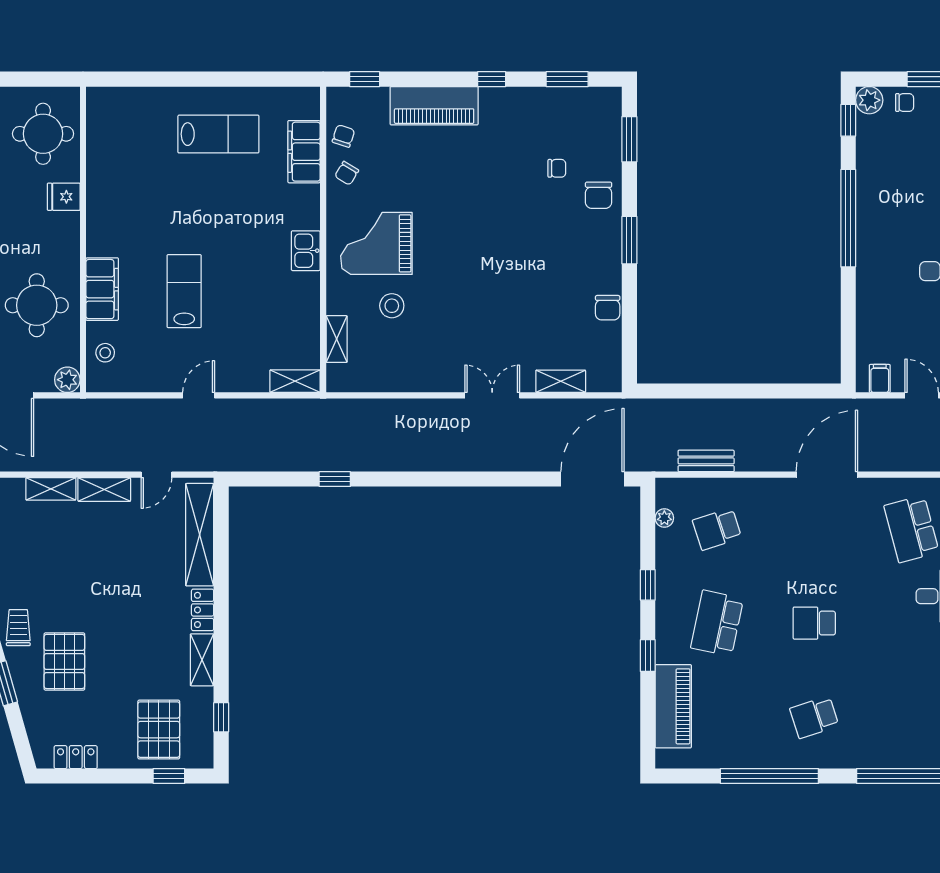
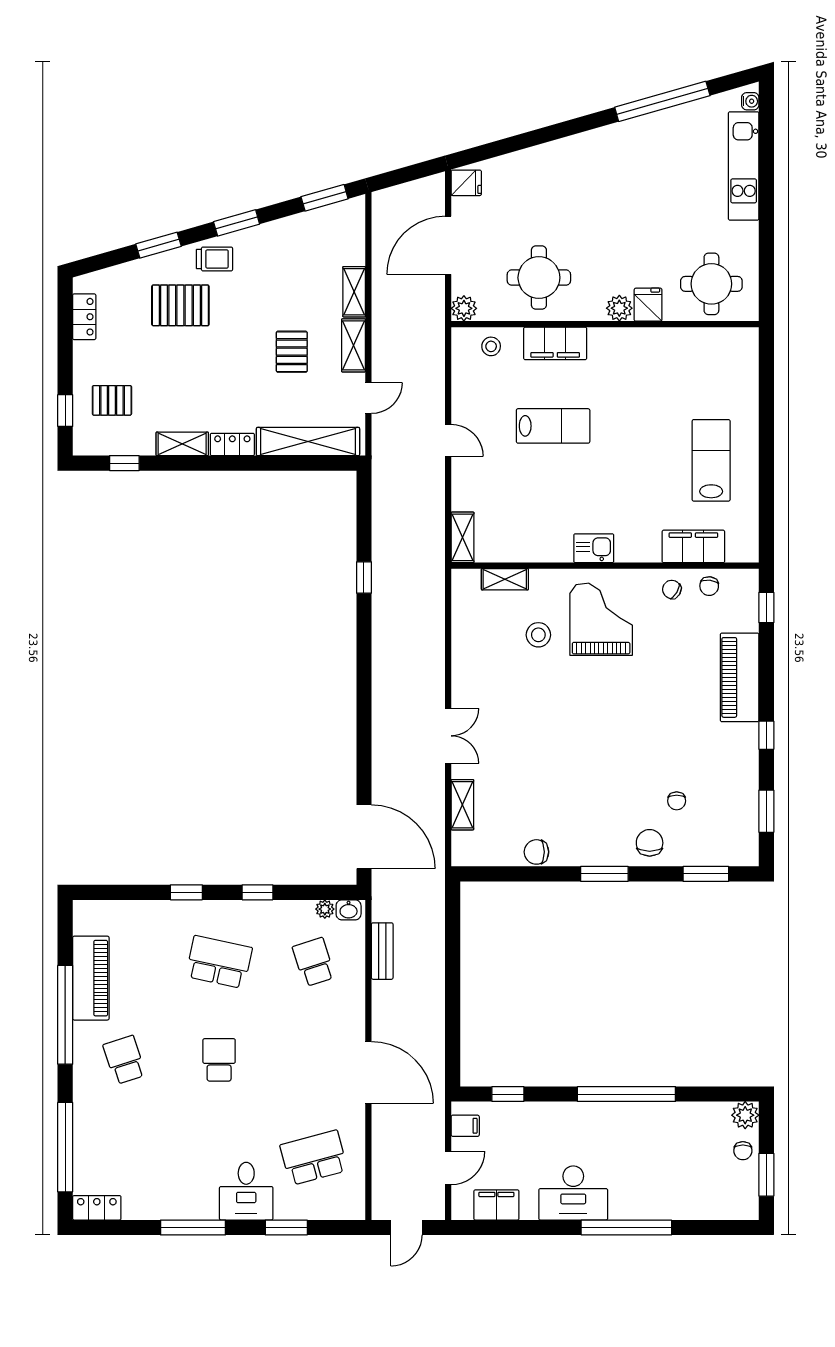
window: (848, 120) -> (508, 1094), moved
lab bench: (218, 134) -> (711, 460), turned 180
chair: (343, 136) -> (709, 586), turned 79
chair: (599, 195) -> (650, 843), turned 90
plant: (67, 225) -> (619, 308), added
door: (156, 475) -> (368, 398), swing flipped
washbasin: (665, 494) -> (349, 910), added
pallet: (110, 551) -> (292, 352), added
piano: (673, 706) -> (91, 978), moved, turned -90
pallet: (159, 730) -> (112, 400), width x0.67, depth x0.71

